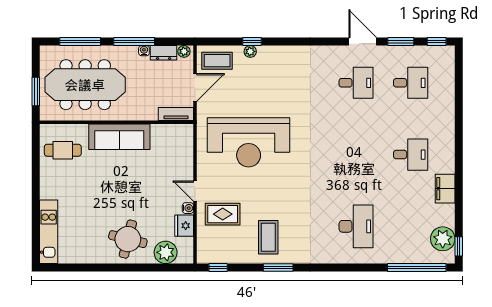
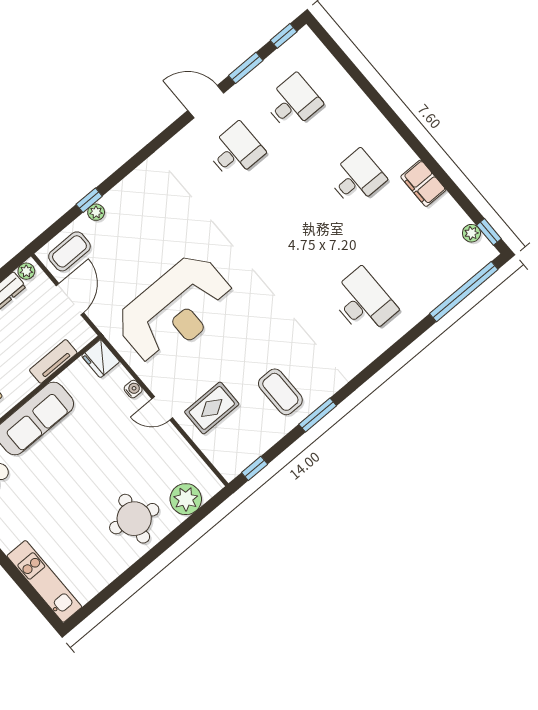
tv unit: (176, 114) -> (53, 361), moved
water cooler: (188, 208) -> (133, 389), moved
fridge: (184, 226) -> (101, 359), moved
plant: (443, 239) -> (471, 233), width x0.53, depth x0.53

